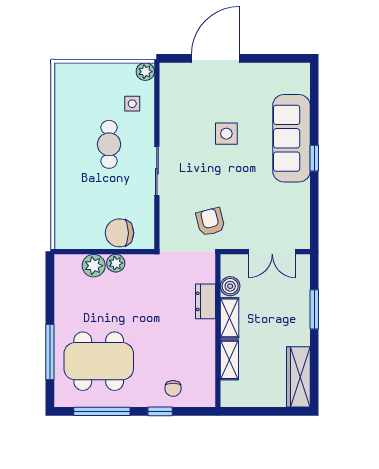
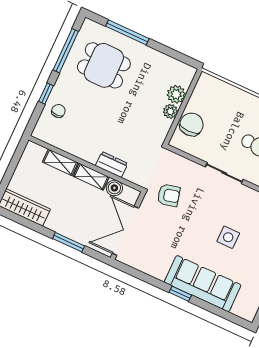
double door: (272, 252) -> (125, 231), width x1.37
dining table: (99, 361) -> (104, 65), width x0.73
chair: (173, 388) -> (58, 111), turned 90

